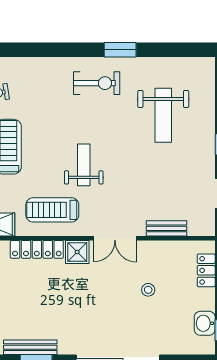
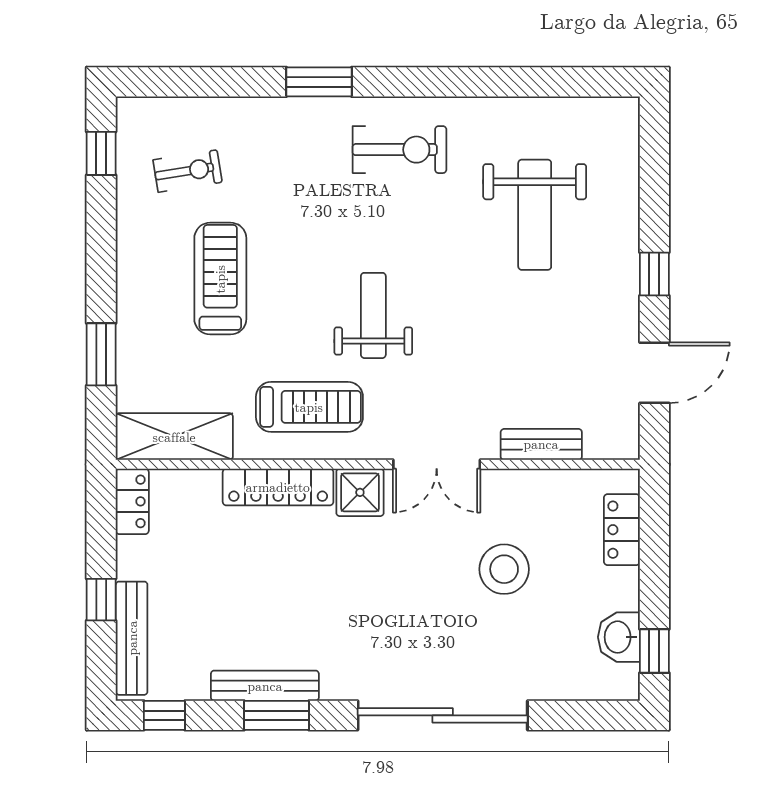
window: (120, 50) -> (319, 82), moved
treadmill: (52, 210) -> (309, 407), turned 180
stool: (148, 290) -> (504, 569), width x1.89, depth x1.89

